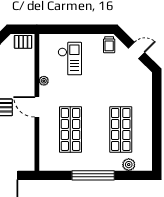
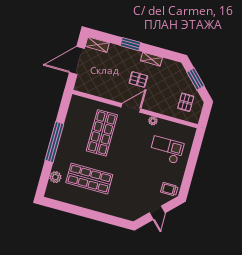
pallet: (23, 42) -> (186, 102), moved
checkout: (70, 59) -> (167, 150), turned 180
shop shelf: (70, 129) -> (102, 133), turned 90

